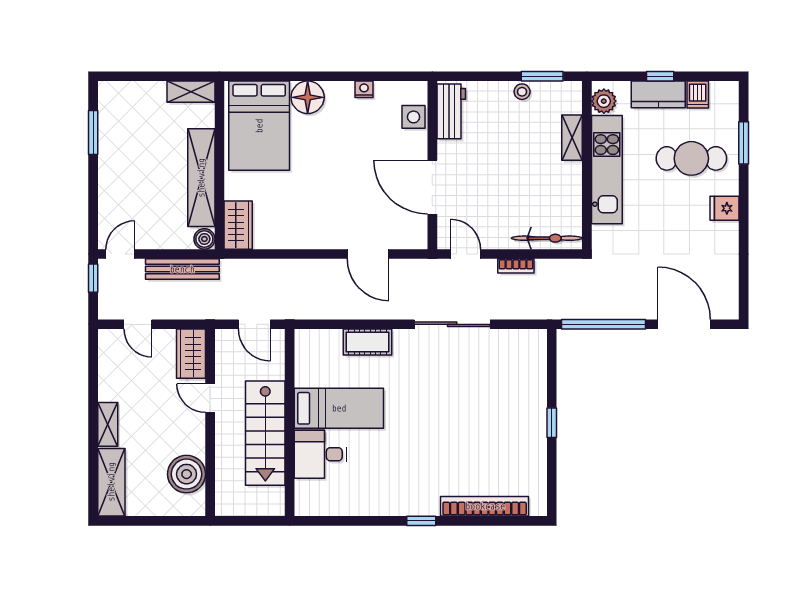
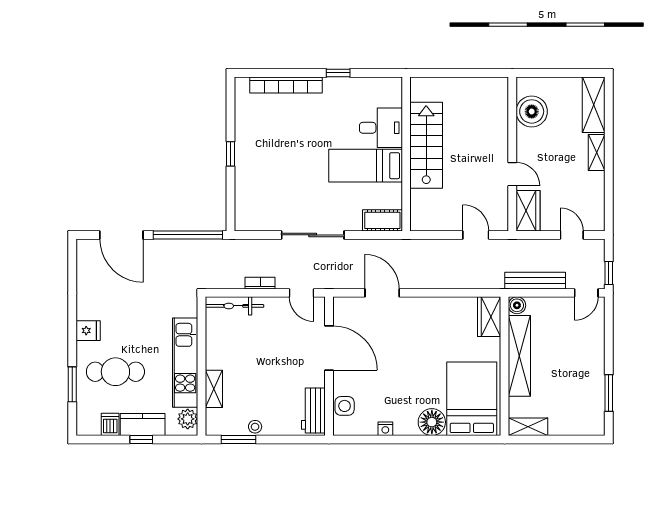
bed: (339, 408) -> (366, 166), moved
wall: (290, 423) -> (406, 154), moved
stairs: (265, 433) -> (426, 145), moved
desk: (320, 454) -> (381, 128), moved

